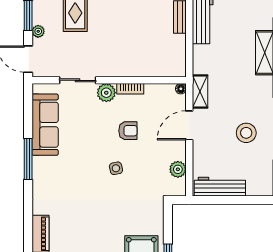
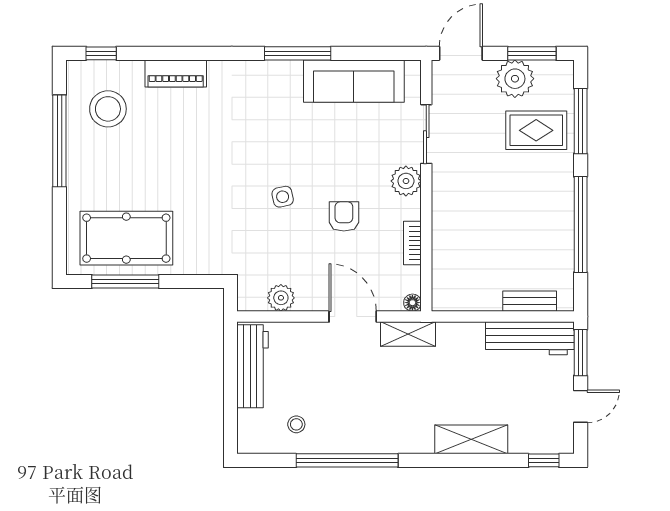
plant: (38, 31) -> (515, 79), width x1.88, depth x1.88
bookcase: (130, 89) -> (412, 243), moved
armchair: (128, 131) -> (344, 216), turned 180
stool: (246, 133) -> (296, 424), moved, width x0.53, depth x0.53

